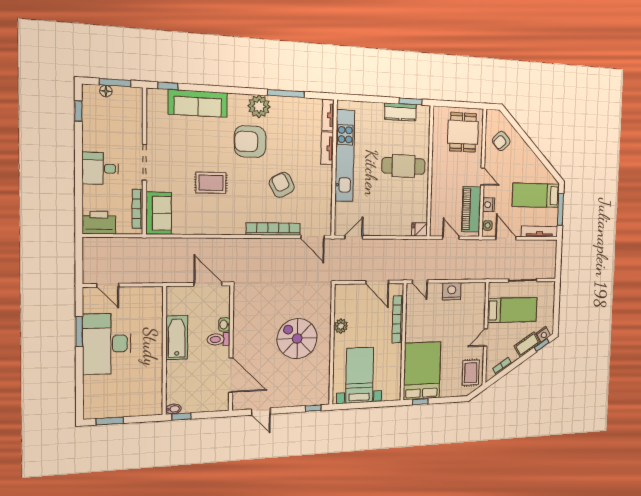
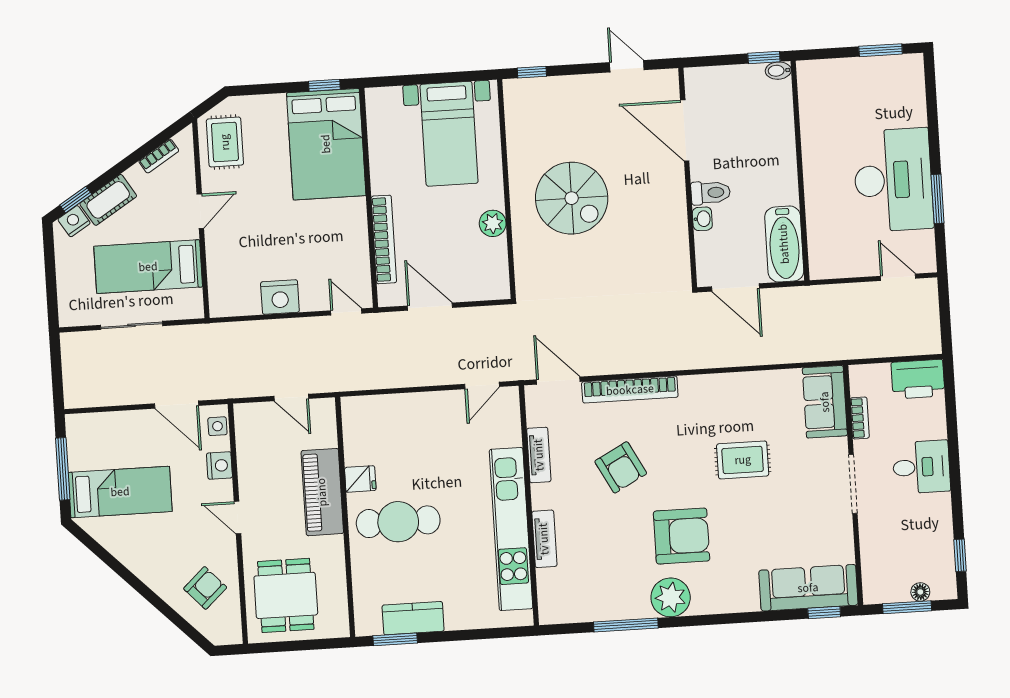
sofa: (198, 103) -> (808, 588), moved
tv unit: (328, 115) -> (539, 455), moved
bookcase: (138, 209) -> (860, 418), width x0.64
piano: (471, 209) -> (322, 492), moved, turned 180
fridge: (420, 229) -> (360, 479), moved
tv unit: (539, 232) -> (105, 422), removed
bathtub: (177, 338) -> (784, 244), moved

